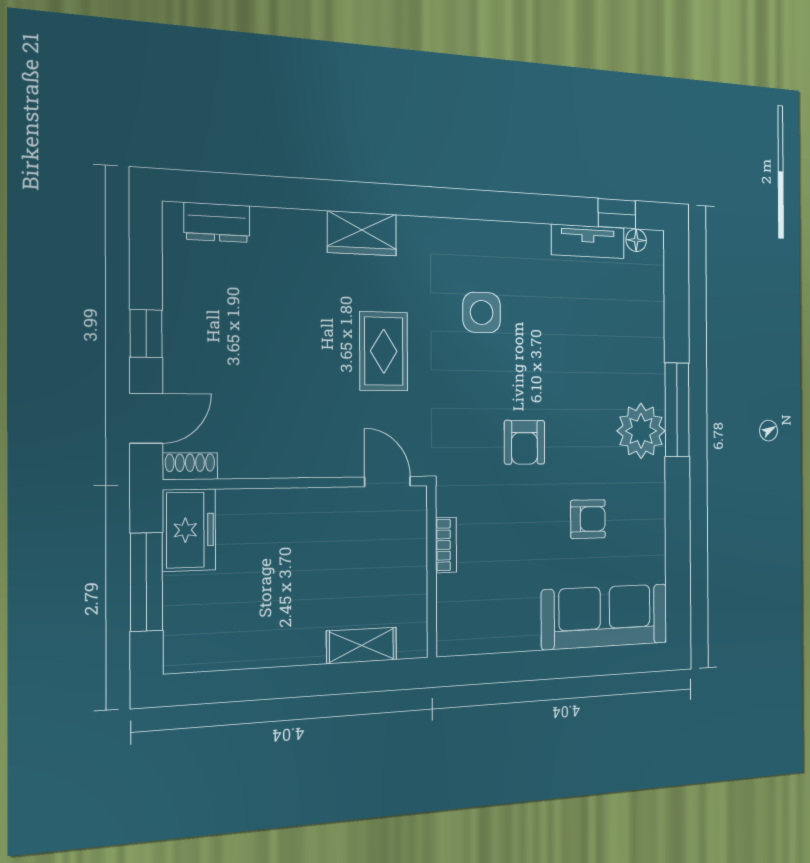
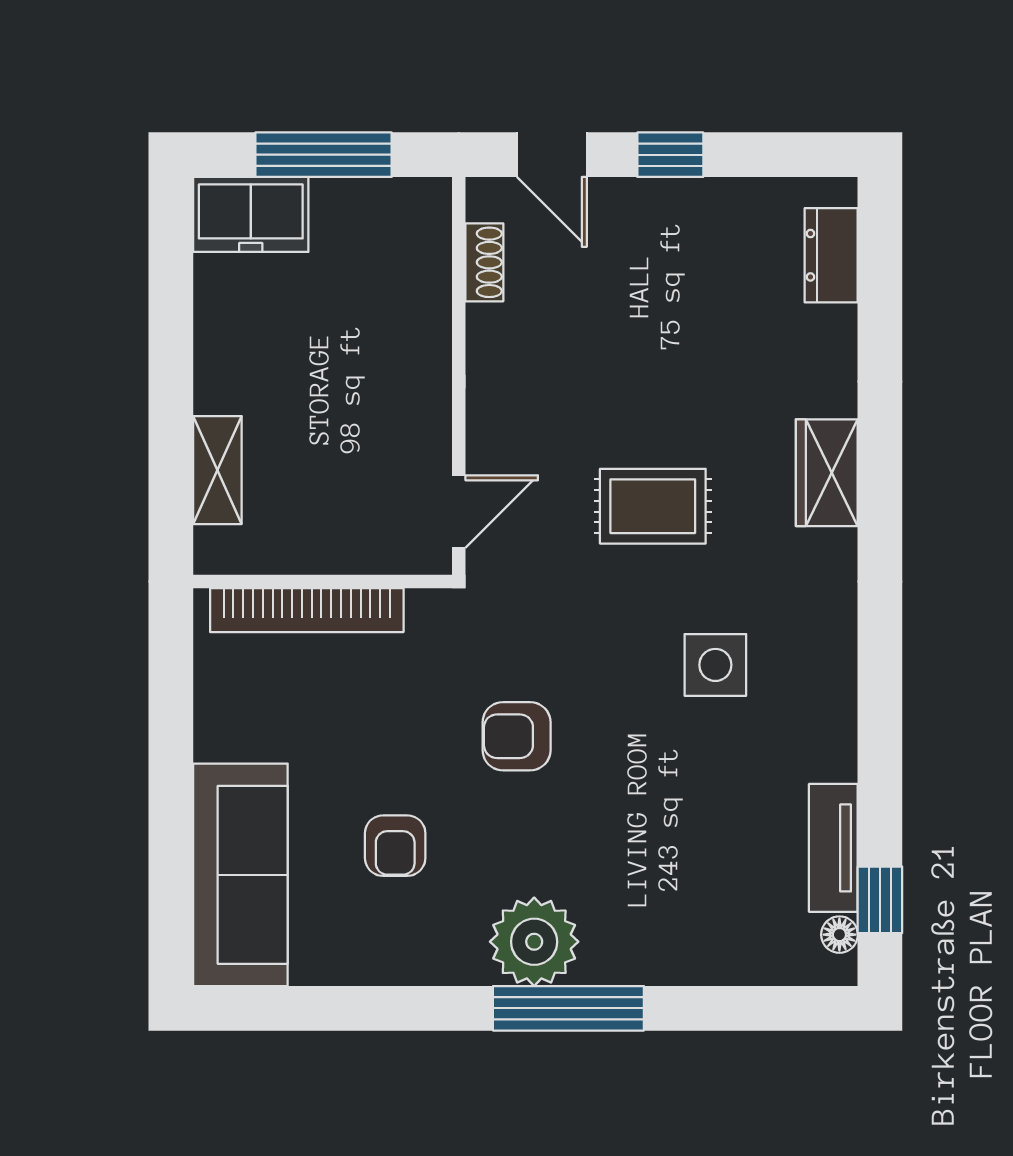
shoe rack: (190, 466) -> (484, 262), moved
freezer: (189, 530) -> (251, 214), moved
bookcase: (446, 545) -> (307, 610), width x2.31, depth x1.31

